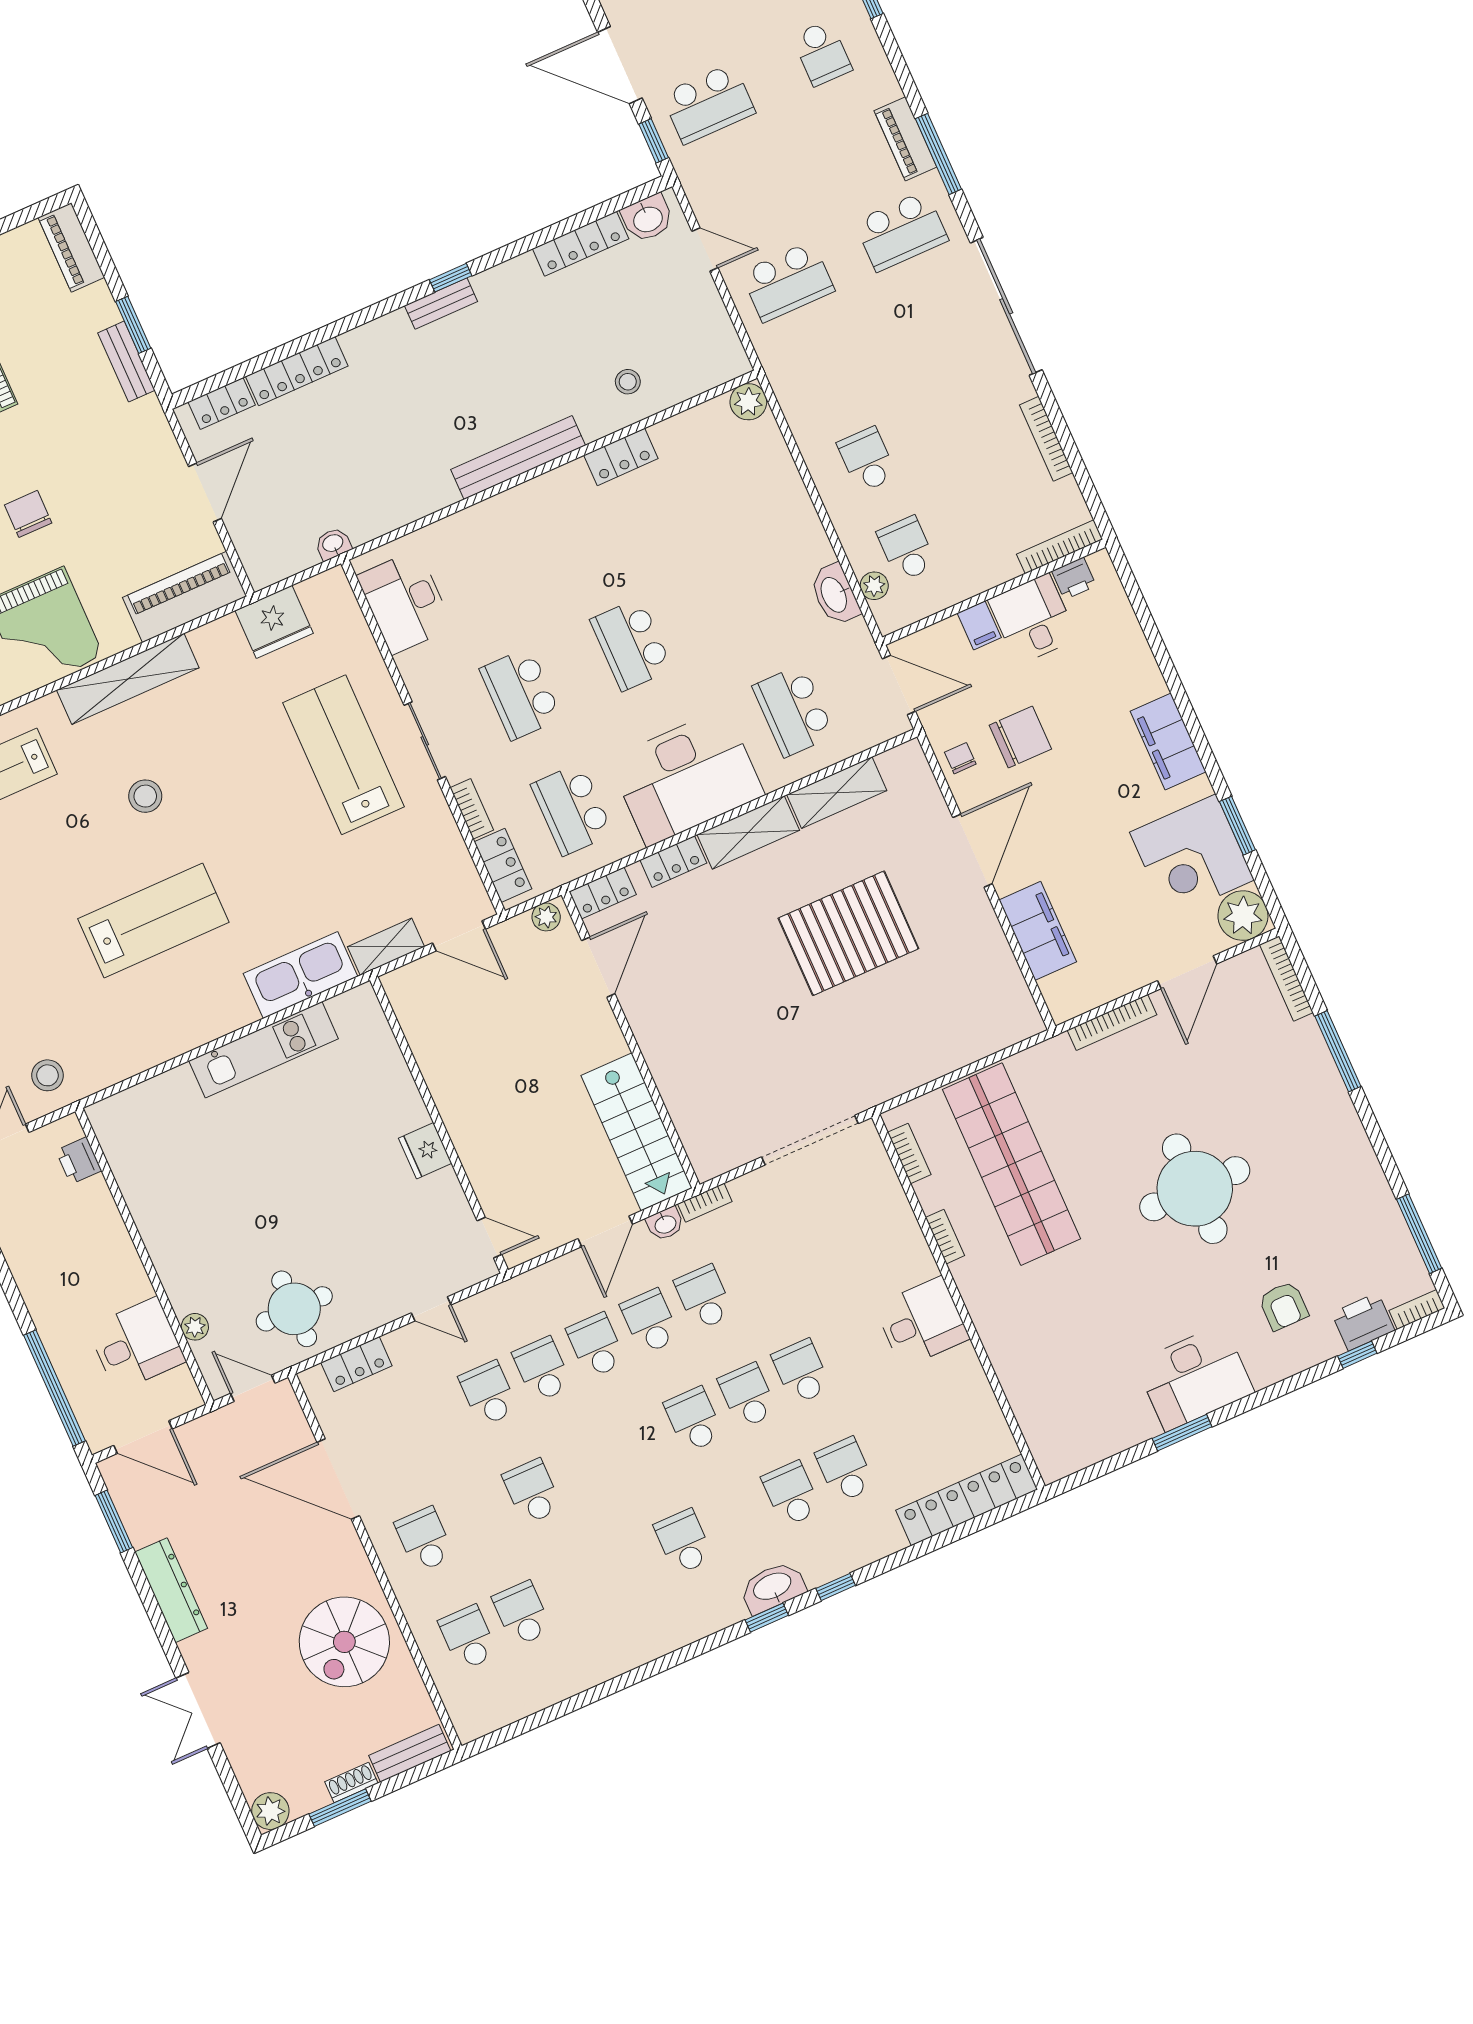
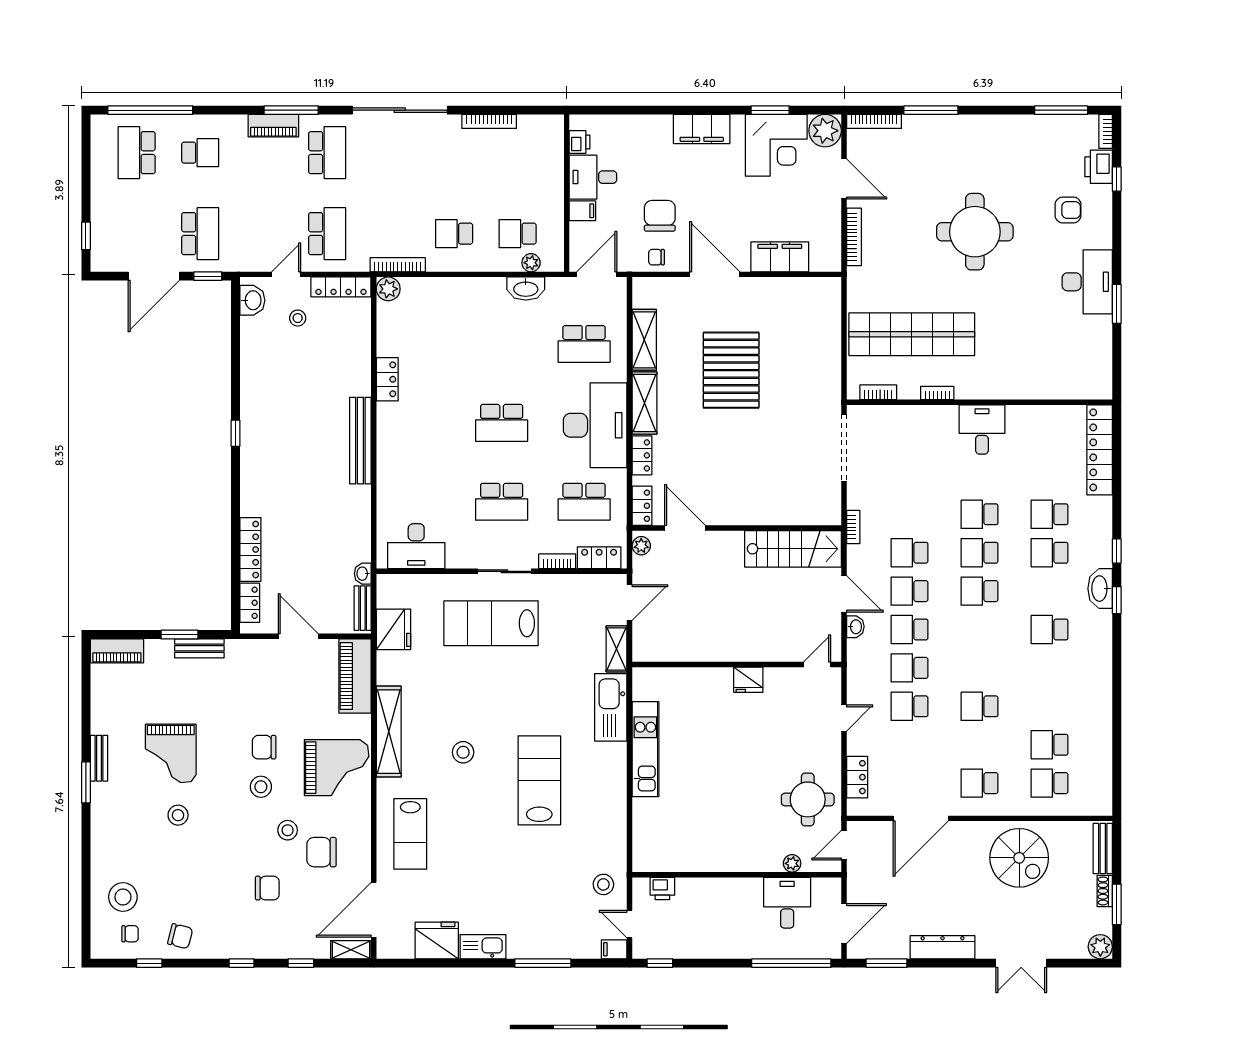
locker: (581, 244) -> (341, 287), moved, turned 90
bench: (441, 304) -> (363, 608), moved
stool: (628, 382) -> (298, 318), moved
bookcase: (1060, 547) -> (398, 265), moved, turned 90
washbasin: (665, 1224) -> (855, 627), moved

